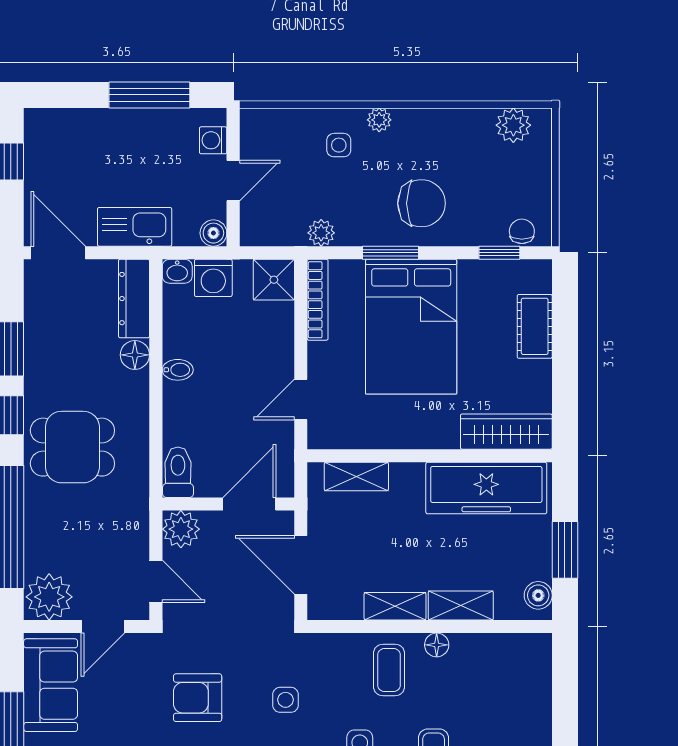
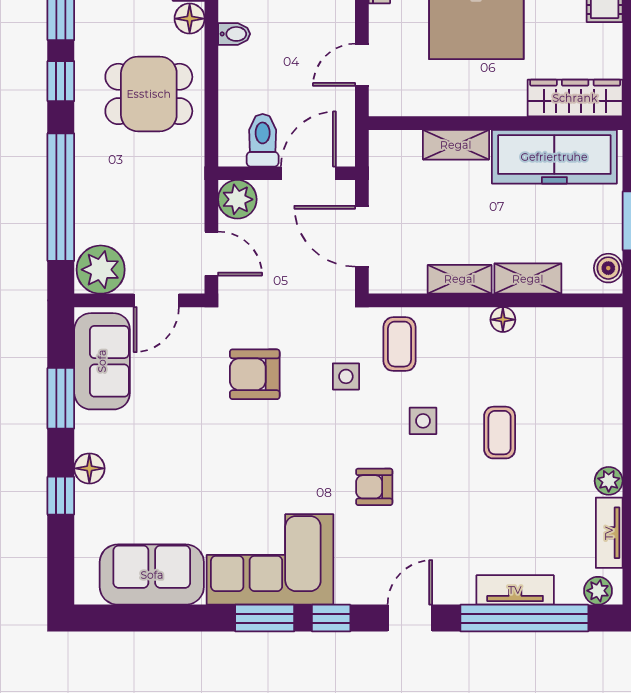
dining table: (72, 447) -> (149, 94), moved
toilet: (178, 472) -> (263, 140), moved
shelving: (356, 477) -> (456, 145), moved
coffee table: (389, 670) -> (400, 344), moved

